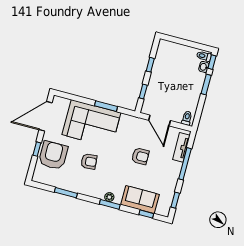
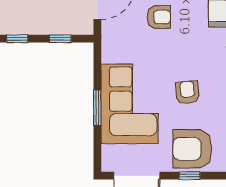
window: (106, 106) -> (97, 108), moved
armchair: (140, 156) -> (159, 17), turned 90

